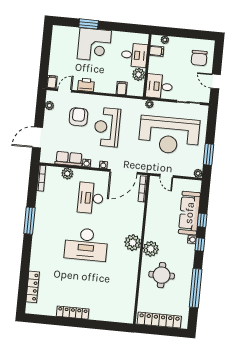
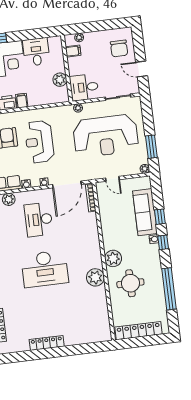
desk: (134, 55) -> (36, 52), moved, turned -90
filing cabinet: (122, 88) -> (22, 101), moved
plant: (133, 243) -> (95, 277), moved

